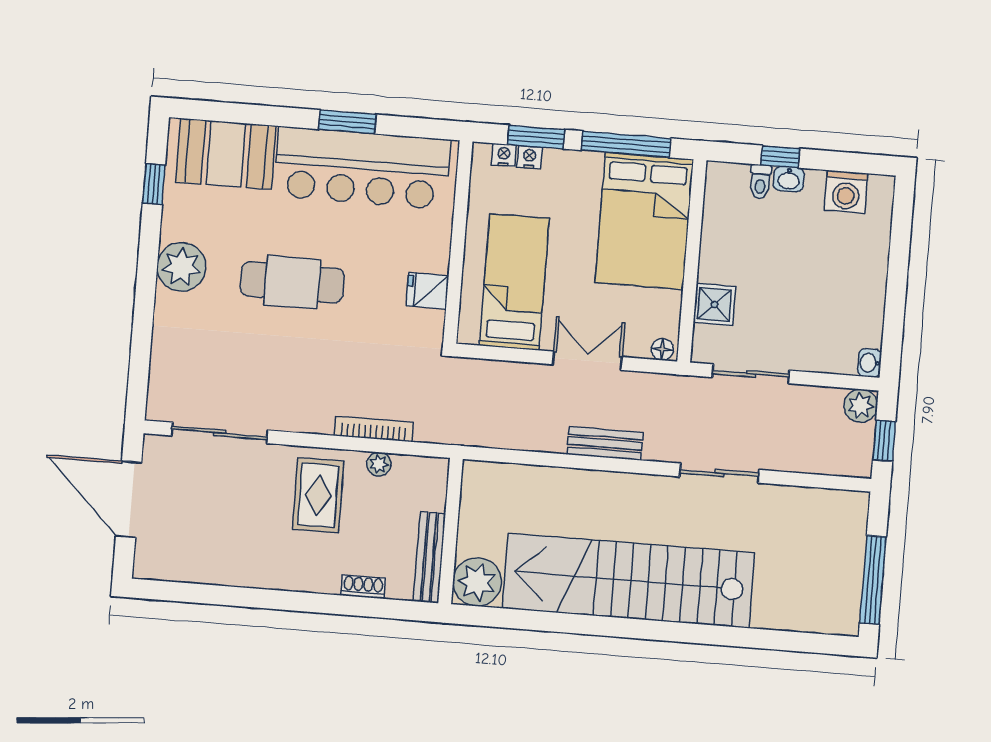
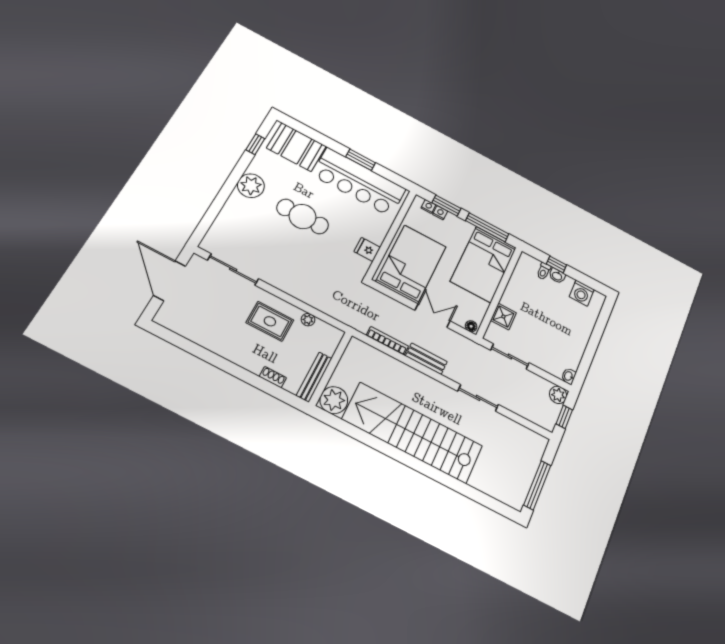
bed: (514, 282) -> (411, 264), width x1.50
bookcase: (374, 429) -> (387, 341), moved
rug: (318, 495) -> (270, 321), turned 90

